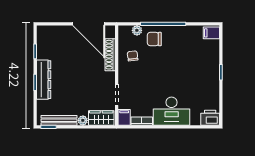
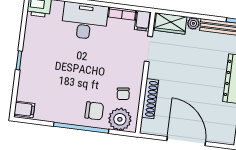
door: (89, 24) -> (186, 141), moved
plant: (137, 30) -> (120, 119), width x1.88, depth x1.88

